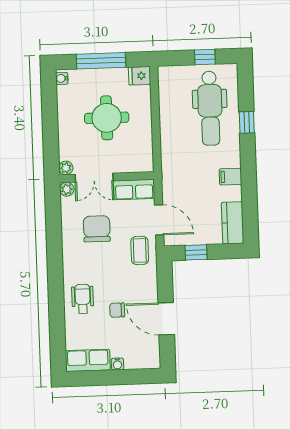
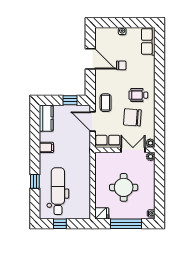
chair: (97, 229) -> (132, 117), turned 94
wheelchair: (83, 299) -> (138, 95), moved, turned 90
row of seats: (88, 360) -> (148, 41), moved, turned 90

